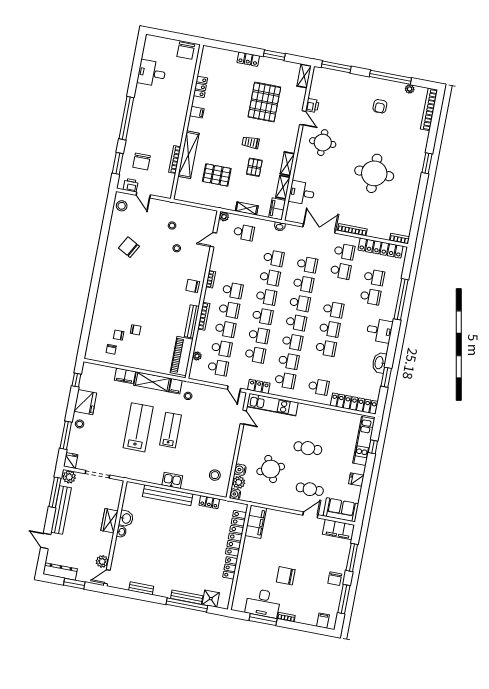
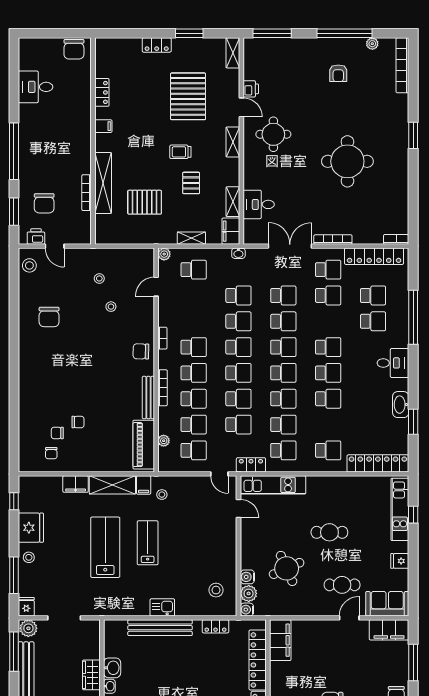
shelving: (287, 164) -> (233, 142), moved
chair: (129, 247) -> (49, 317), turned -119

